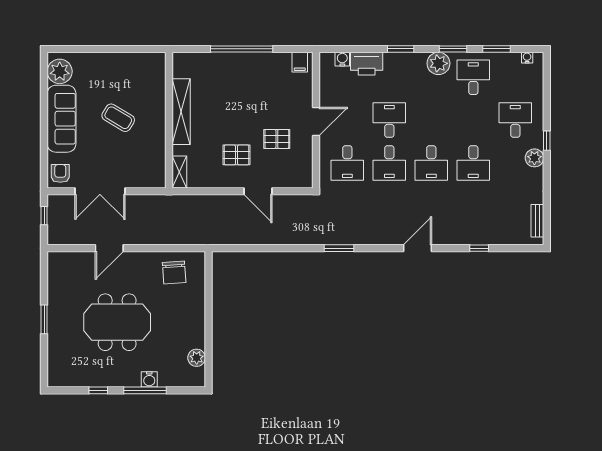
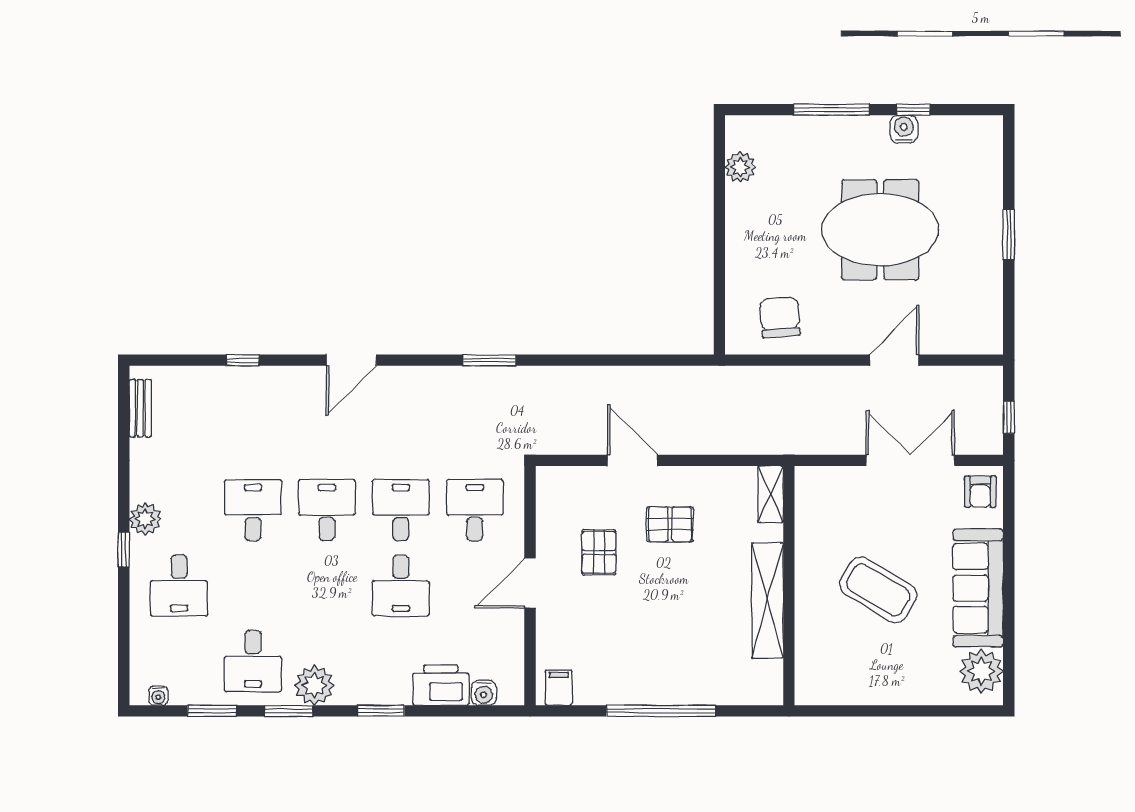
coffee table: (118, 118) -> (878, 590), width x1.36, depth x1.32
pallet: (277, 139) -> (599, 552), turned 90
water cooler: (149, 379) -> (904, 129), moved

